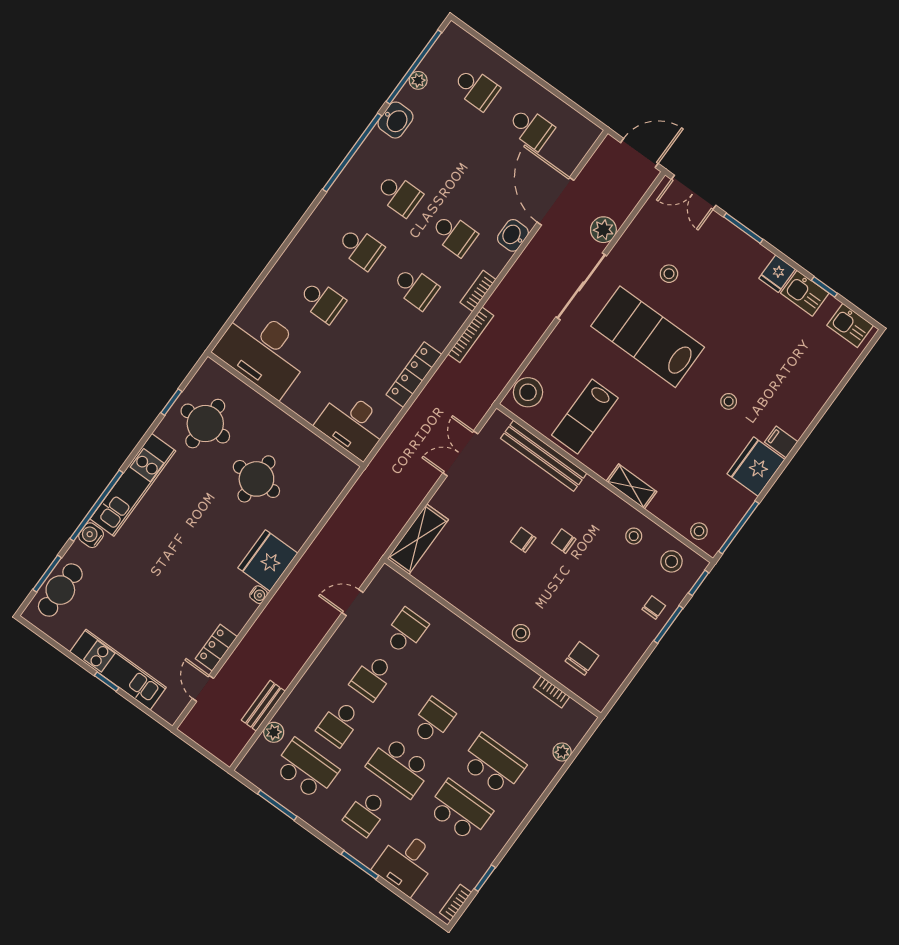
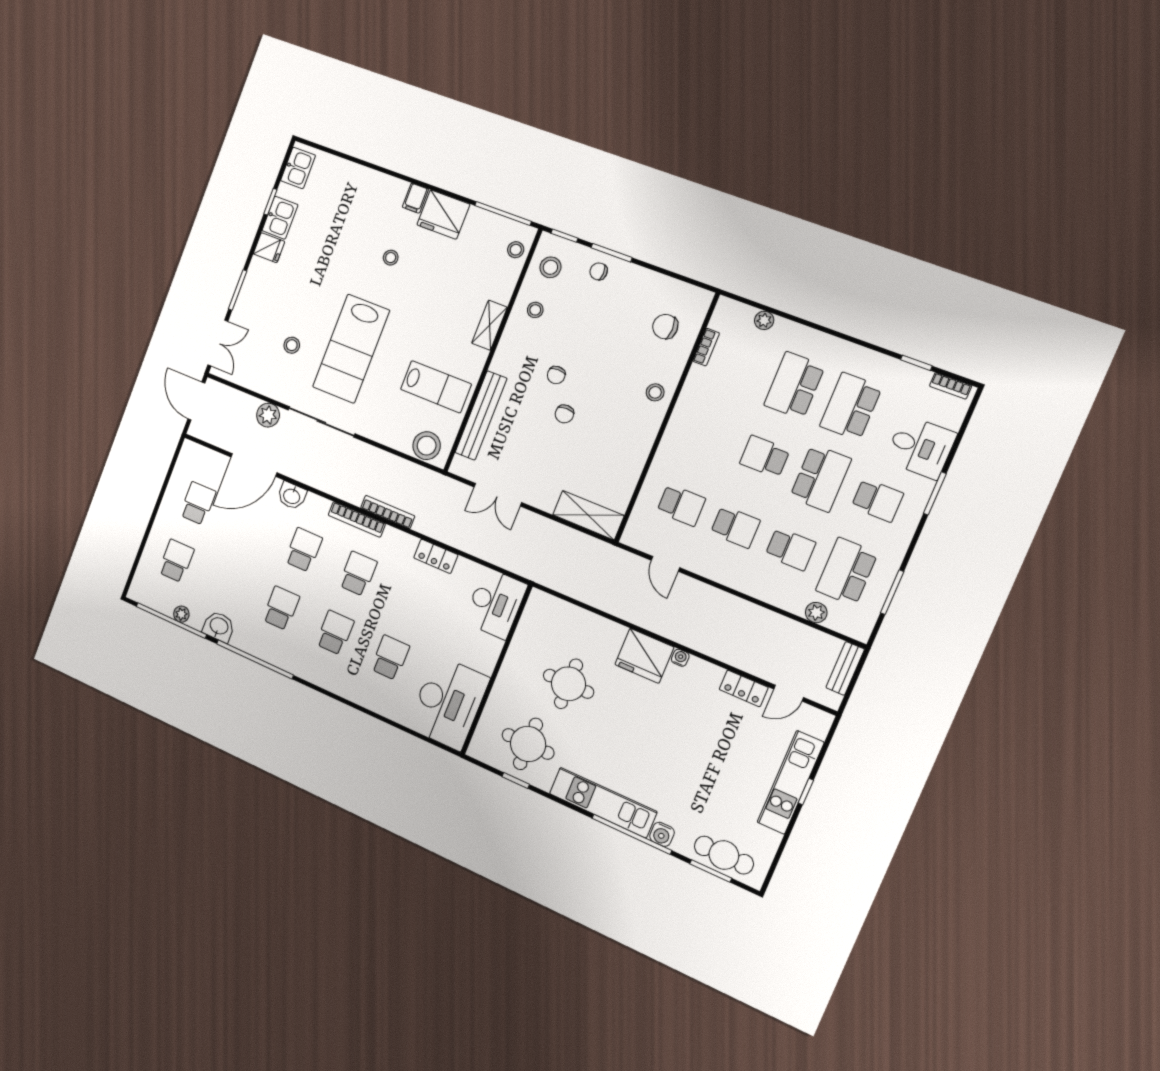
bookcase: (478, 291) -> (357, 519), width x1.56
locker: (414, 374) -> (436, 556), width x0.66
school desk: (406, 631) -> (681, 505), turned 180
bench: (263, 706) -> (845, 668), moved, turned 90

